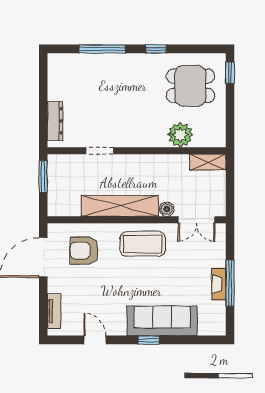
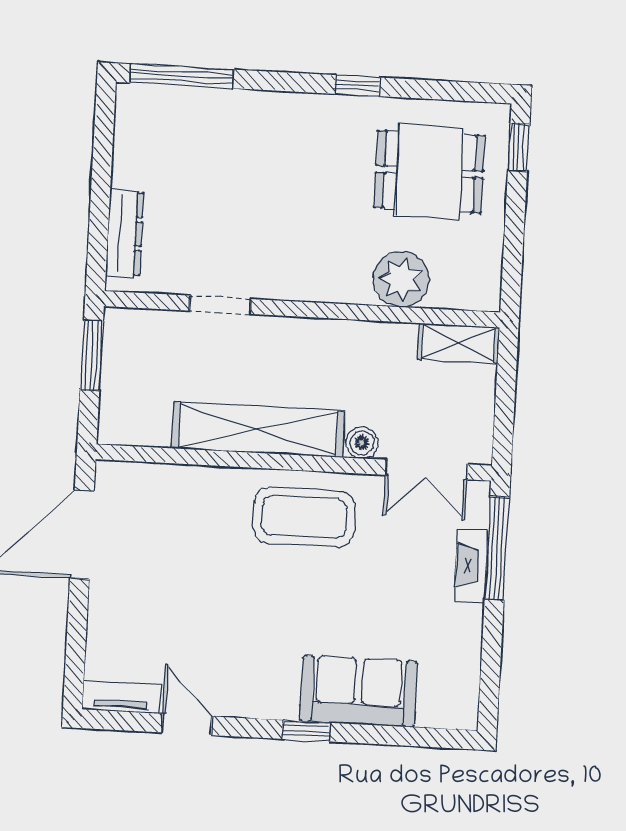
window: (102, 49) -> (181, 76), moved
armchair: (84, 251) -> (173, 525), removed
window: (230, 283) -> (497, 548), moved
fireplace: (219, 284) -> (471, 566), moved
tv unit: (54, 311) -> (121, 697), moved, turned -90
sofa: (162, 321) -> (359, 691), width x0.73

